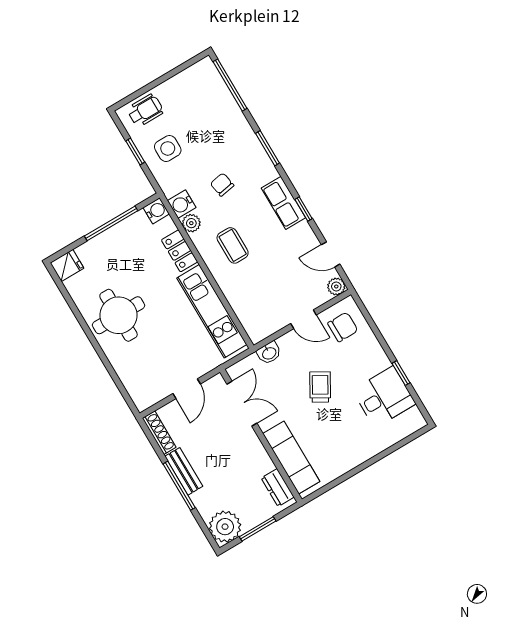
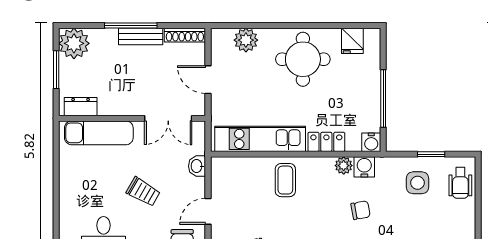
coffee table: (233, 245) -> (285, 180), moved, turned 90
fridge: (67, 266) -> (352, 41), moved
plant: (131, 376) -> (246, 40), added

